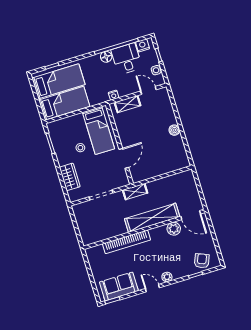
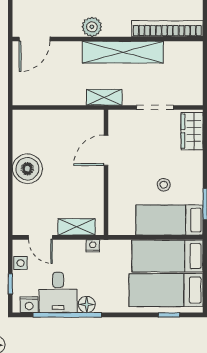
bed: (98, 130) -> (169, 220), moved, turned -90
boiler: (174, 130) -> (27, 169), width x1.86, depth x1.86
wardrobe: (70, 177) -> (192, 131), moved
door: (191, 215) -> (35, 39), swing flipped
shelving: (152, 218) -> (123, 52), moved
plant: (174, 229) -> (92, 27), moved
bookcase: (126, 242) -> (167, 29), moved

